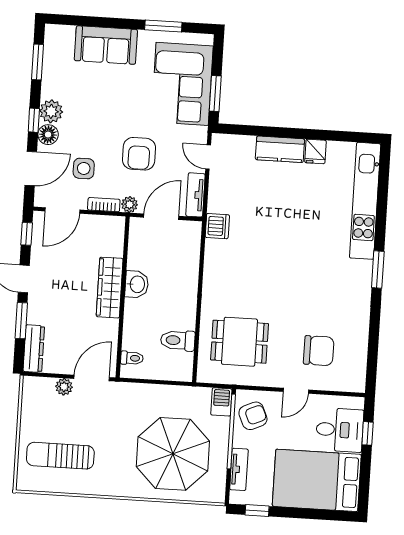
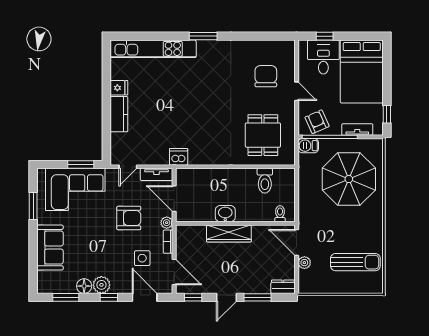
floor lamp: (48, 135) -> (84, 286), moved
dresser: (34, 349) -> (283, 287), width x0.70
sun lounger: (60, 456) -> (355, 262), turned -90

